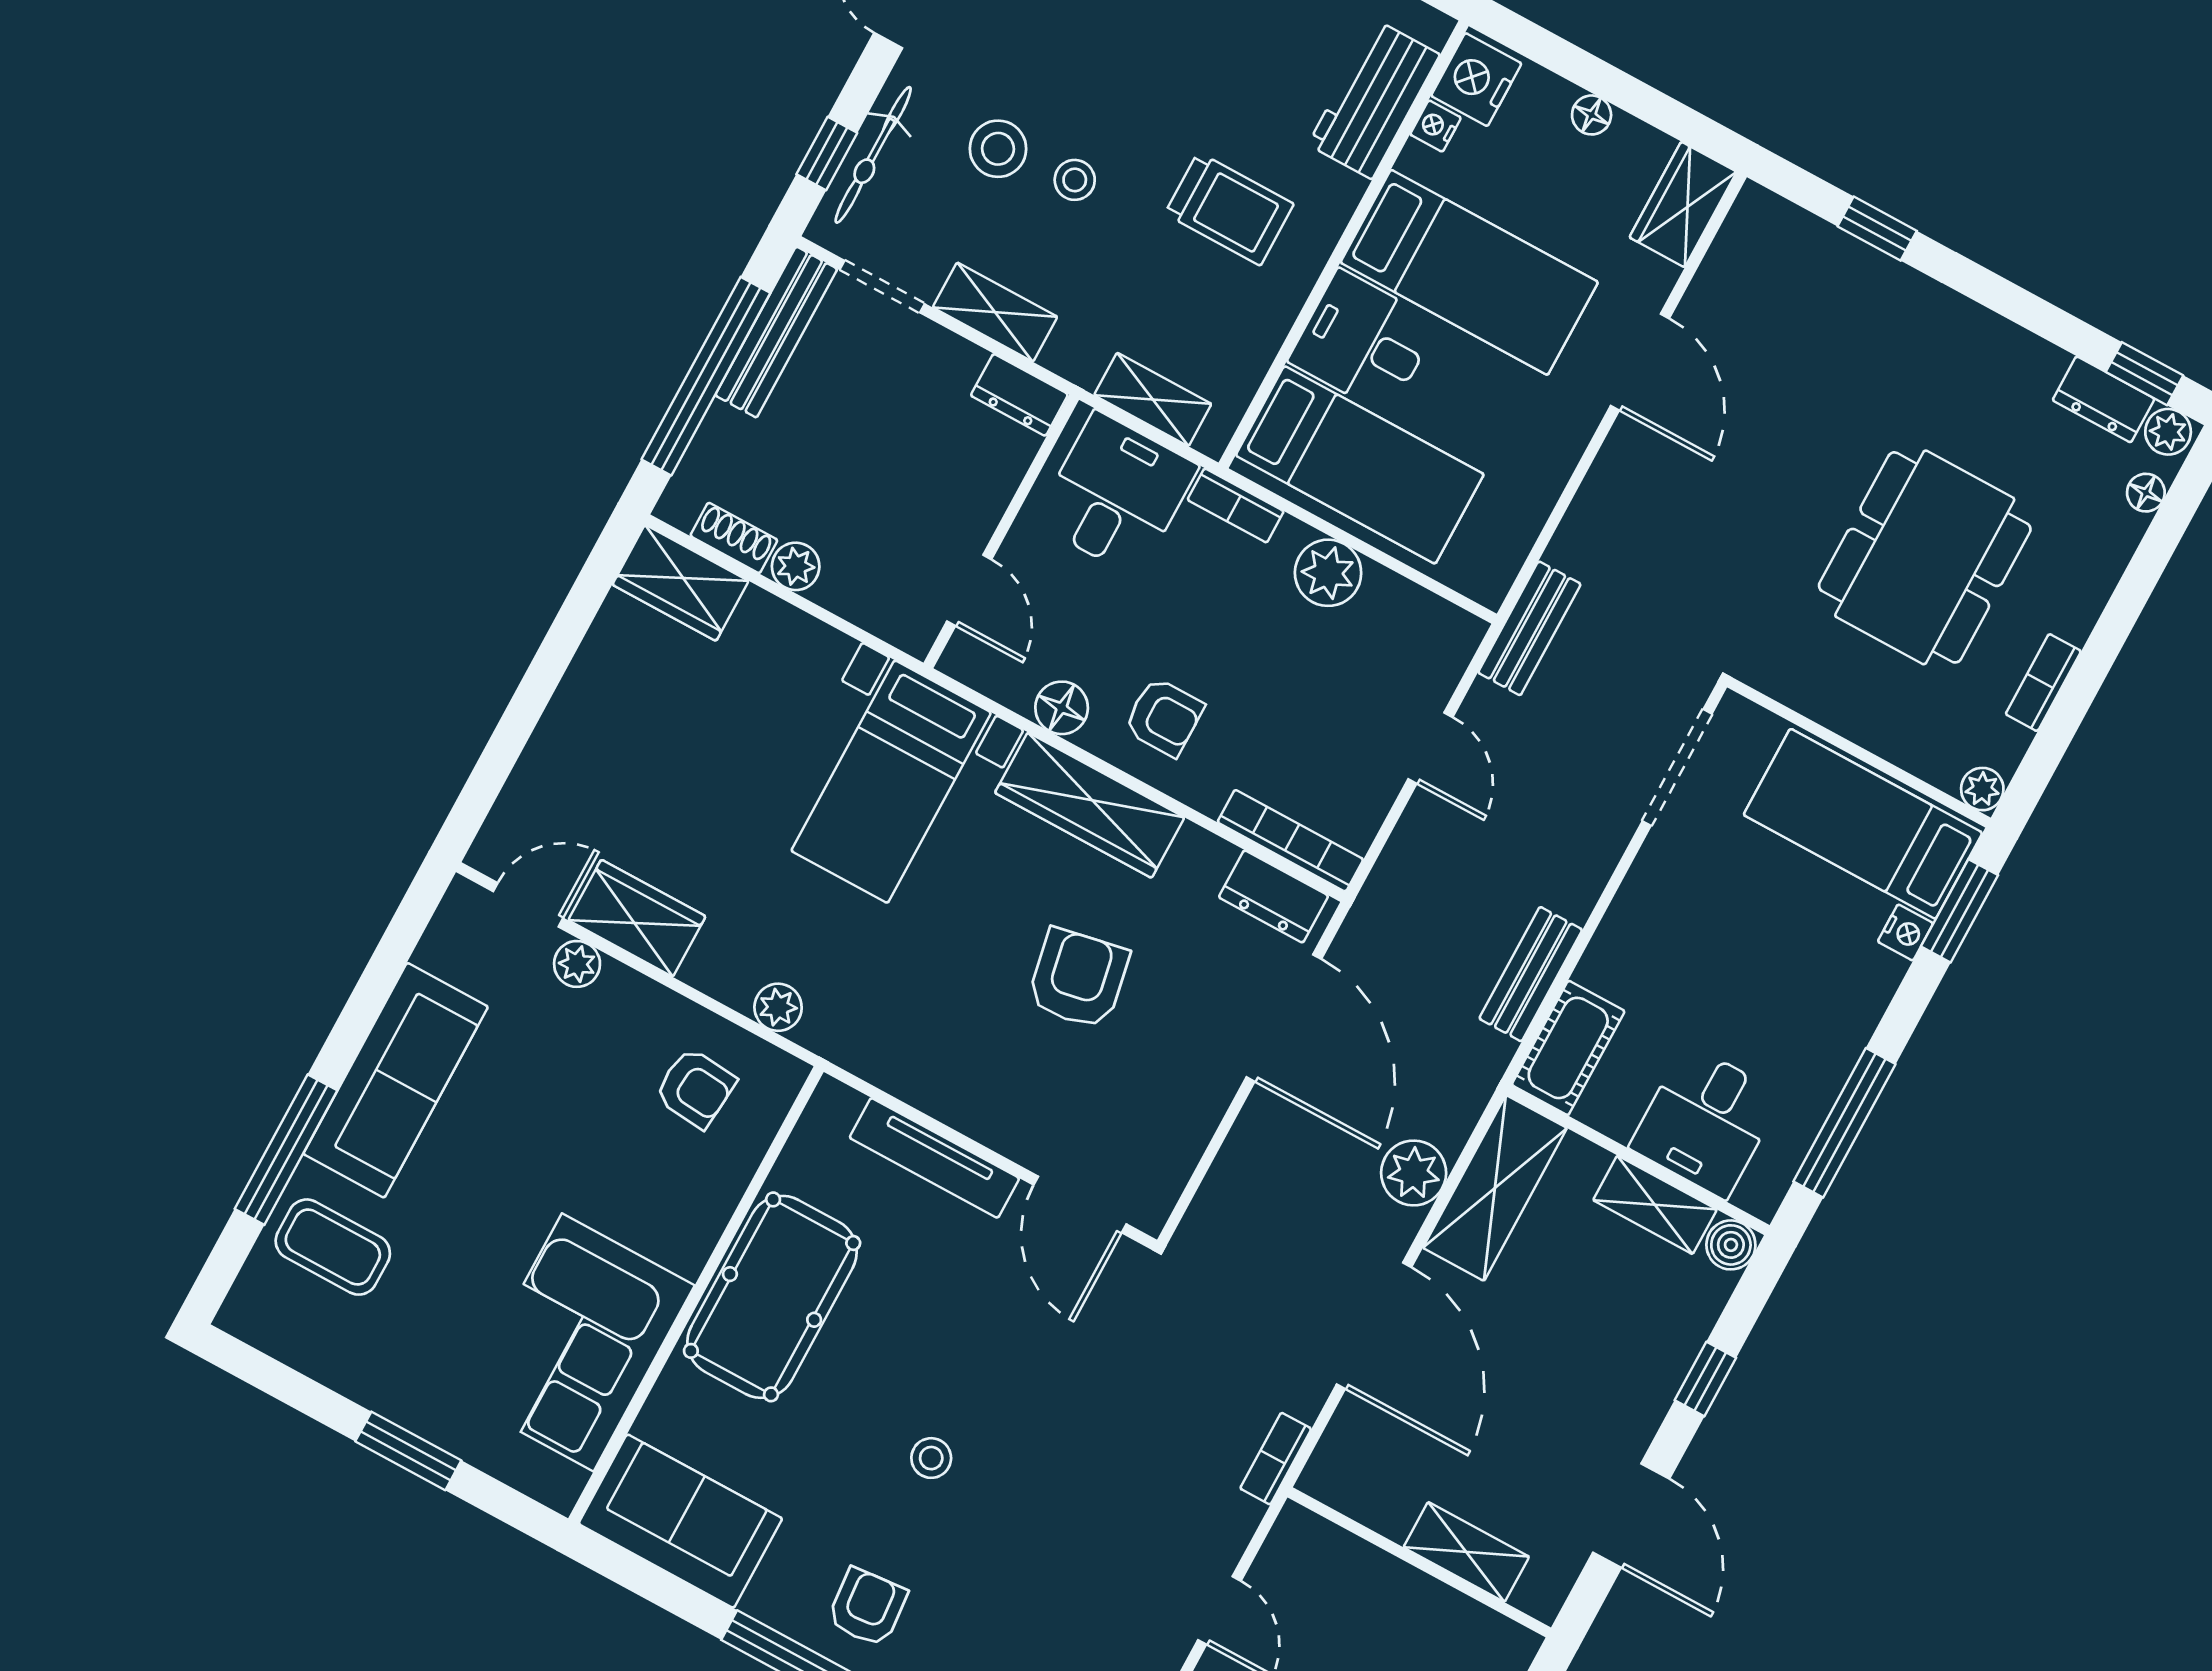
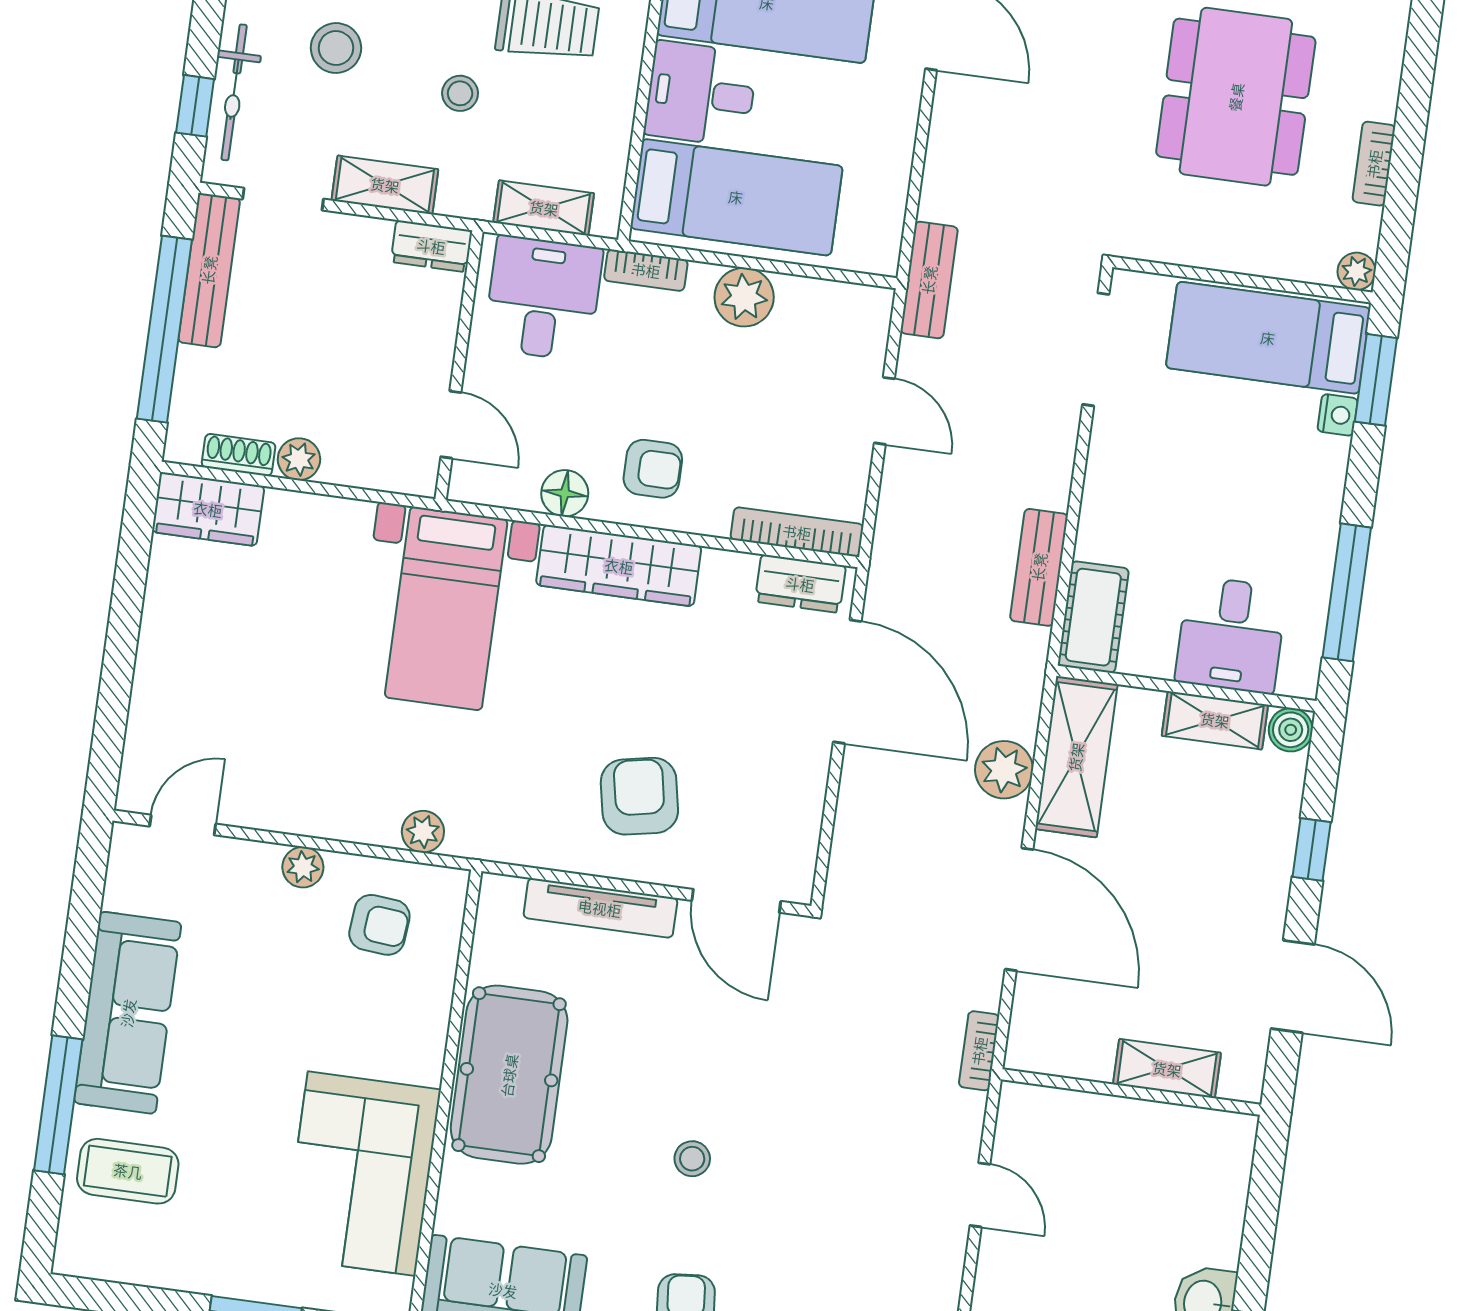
stool: (1075, 180) -> (460, 93), moved
wardrobe: (637, 918) -> (277, 802), removed
plant: (577, 964) -> (303, 867), moved
armchair: (1078, 979) -> (639, 796), moved

